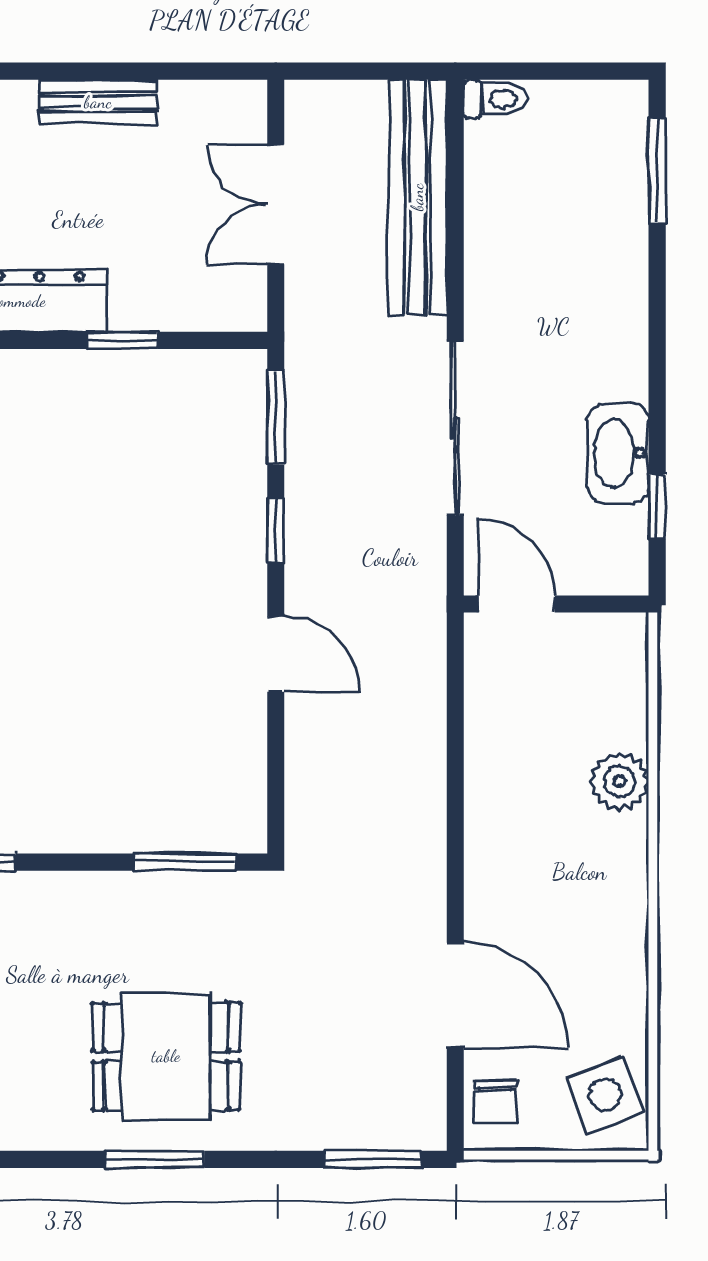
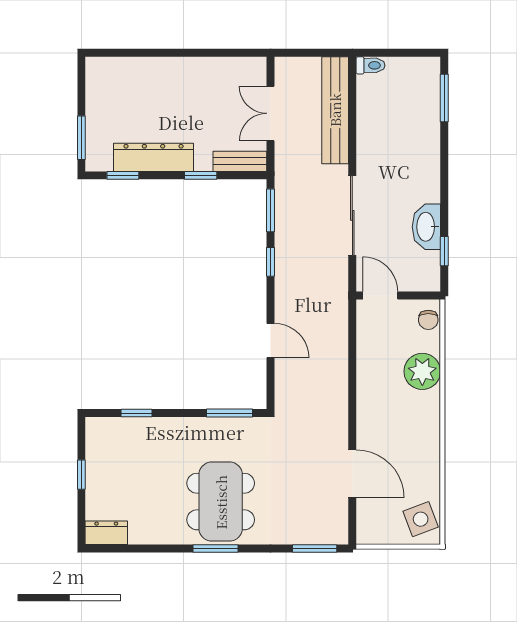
bench: (98, 102) -> (240, 161), moved
door: (276, 654) -> (271, 341), moved
plant: (619, 781) -> (422, 371), width x1.36, depth x1.36
dining table: (166, 1056) -> (221, 502), width x1.38
chair: (495, 1102) -> (428, 320), moved

